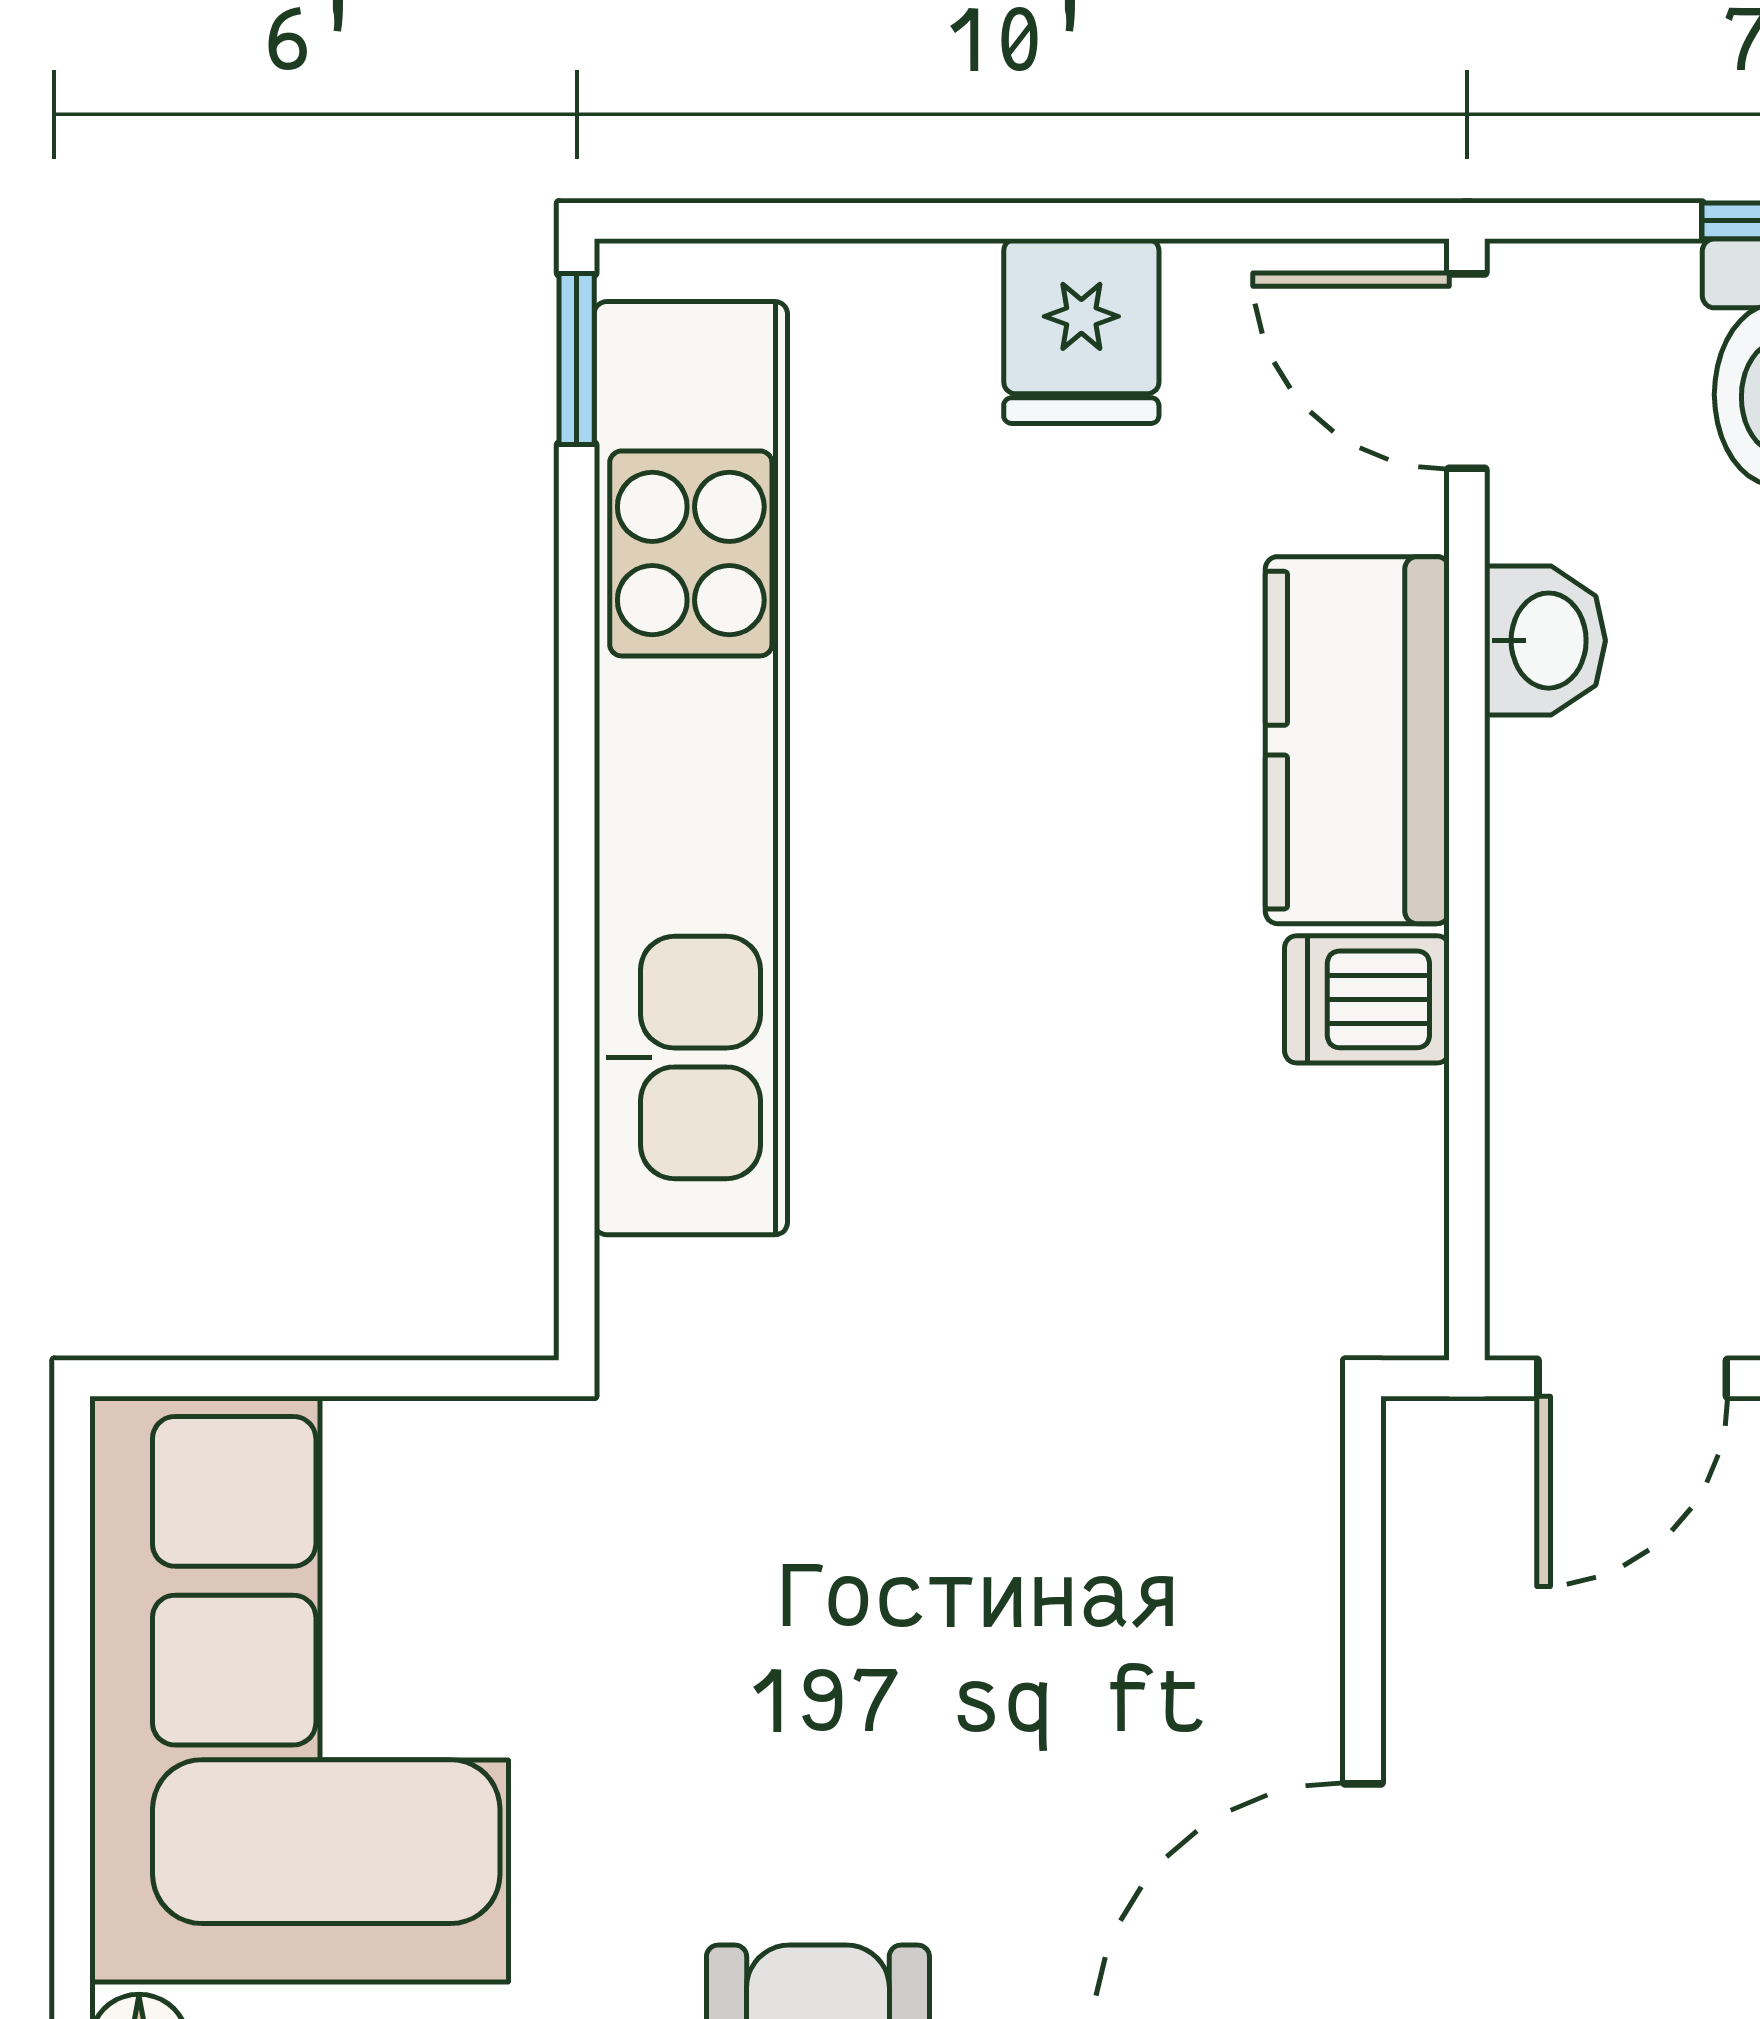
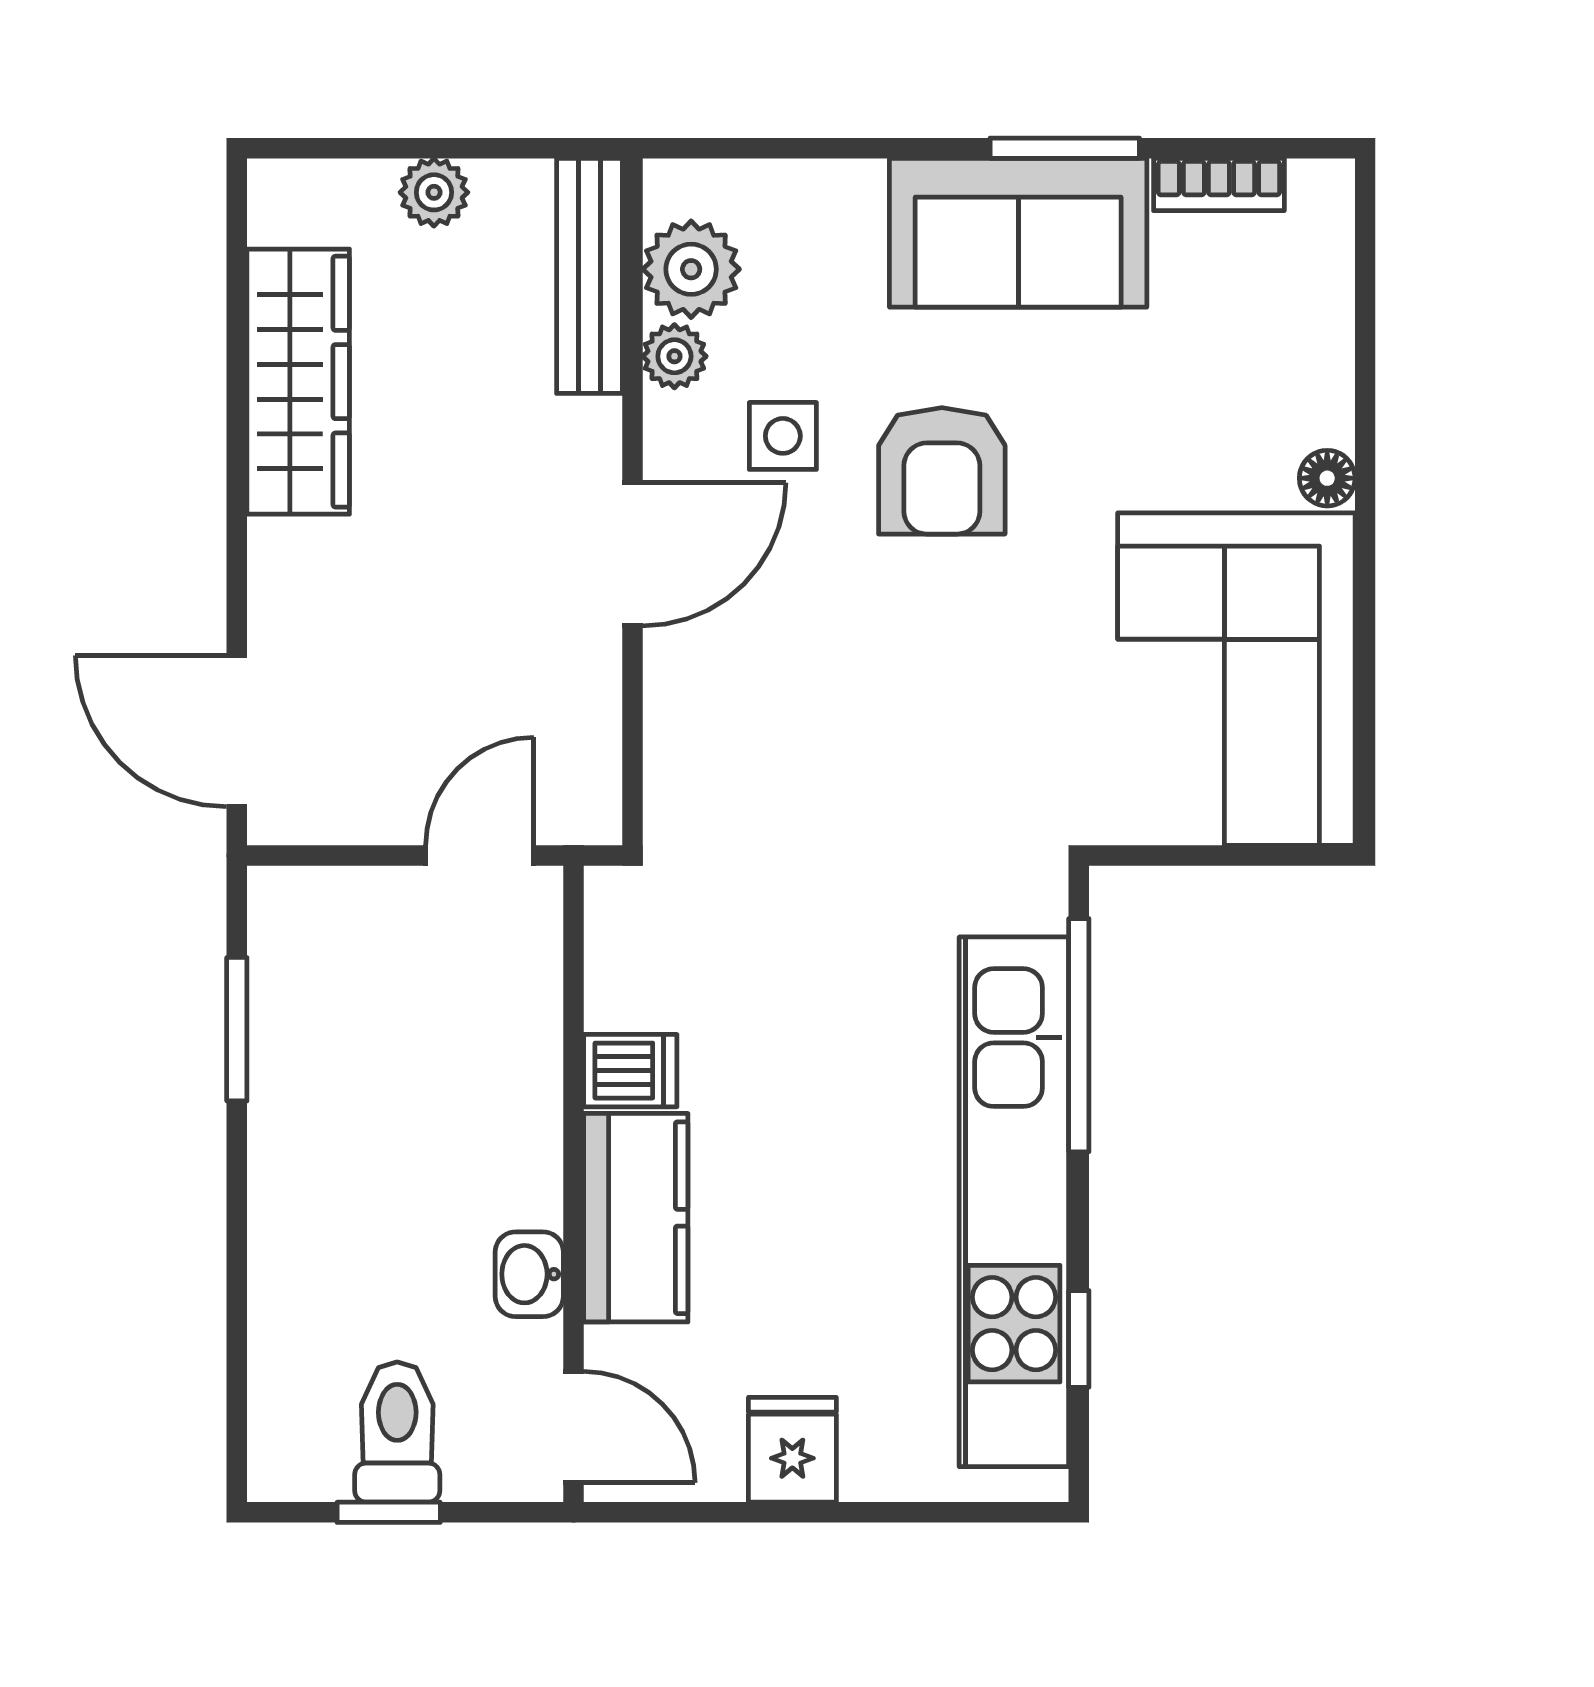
window: (577, 359) -> (1079, 1339), moved
window: (577, 1062) -> (1079, 1035), added

